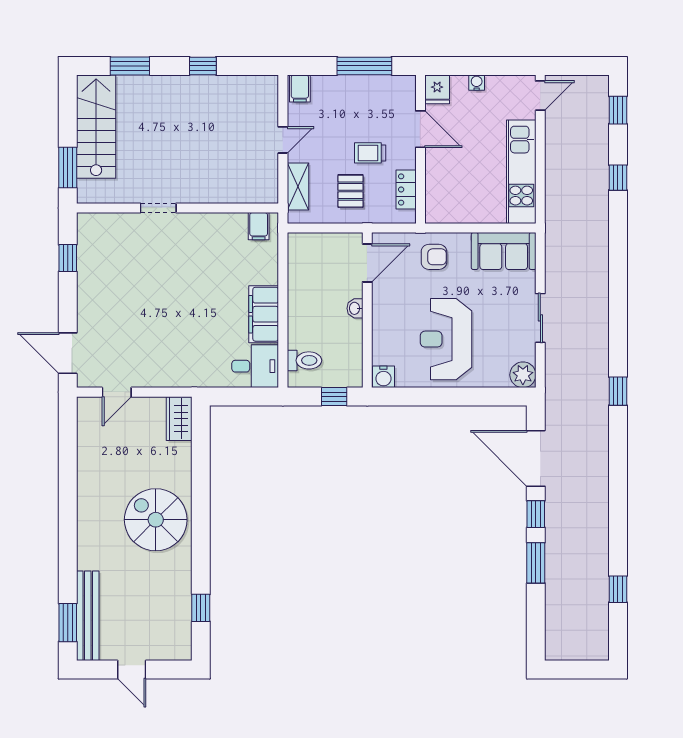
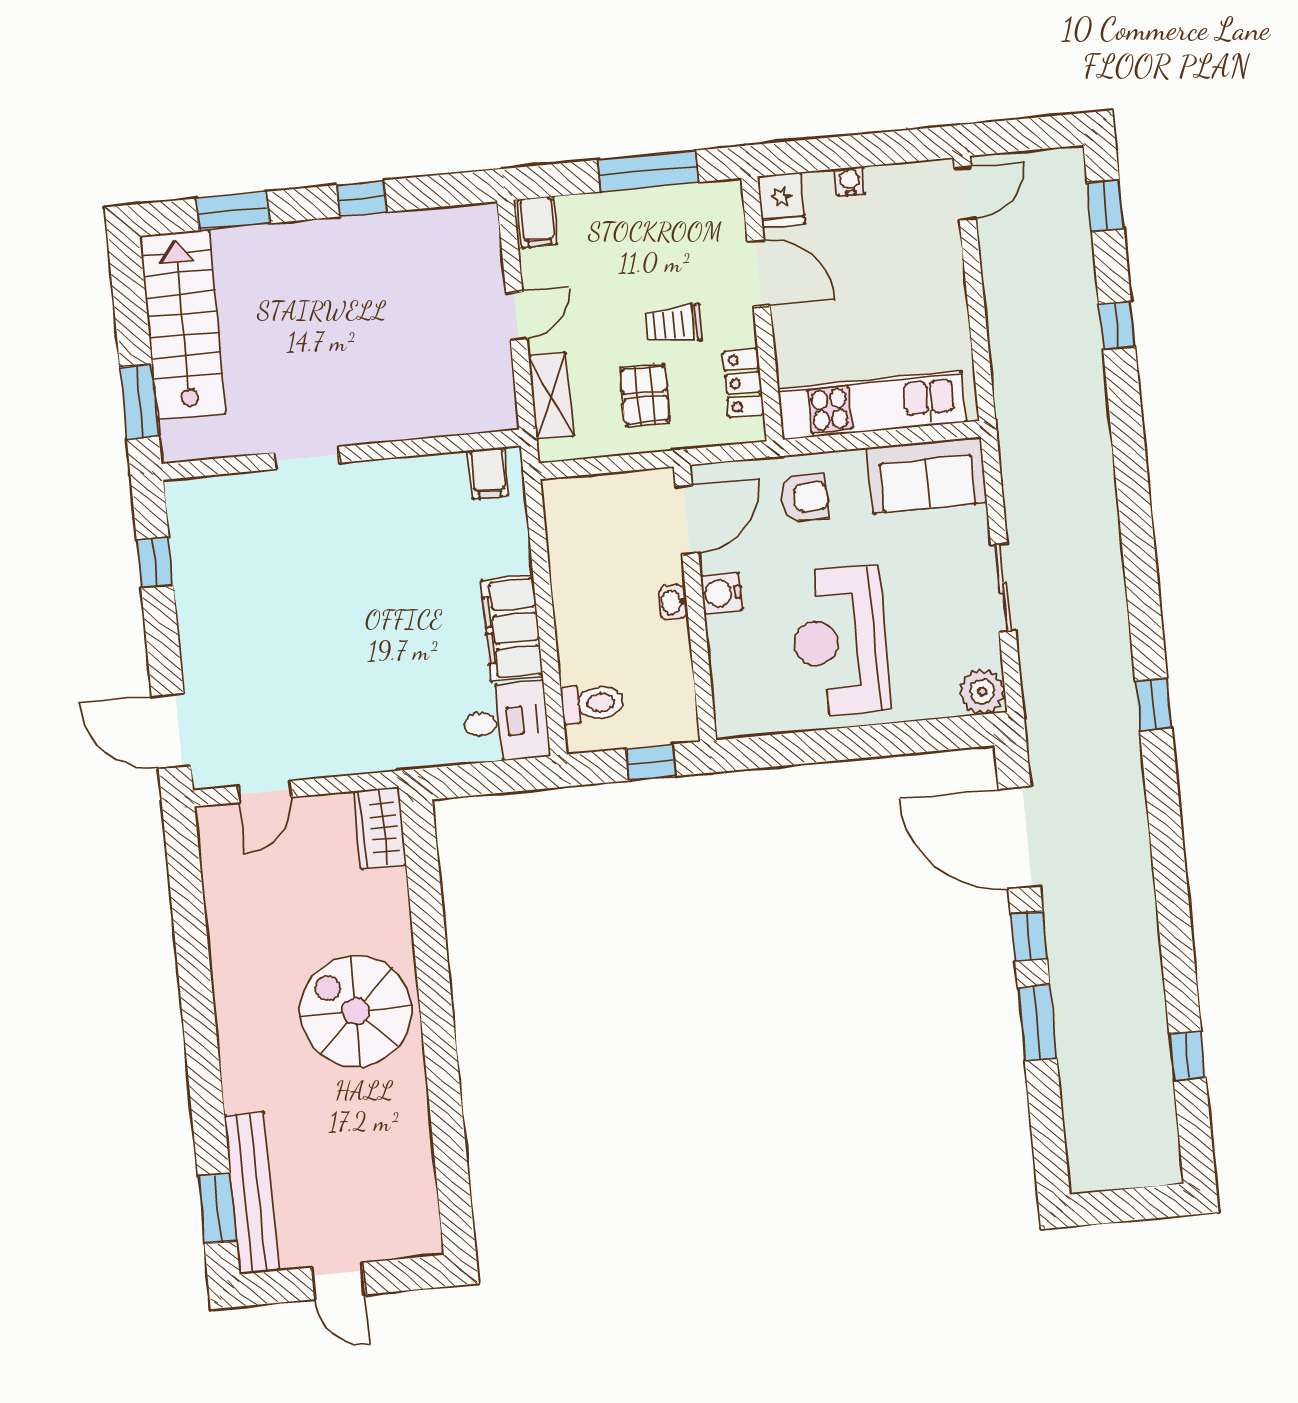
kitchen unit: (521, 172) -> (872, 405), moved, turned 90
water cooler: (383, 377) -> (721, 593), moved, turned 90
window: (201, 608) -> (451, 1160), removed

